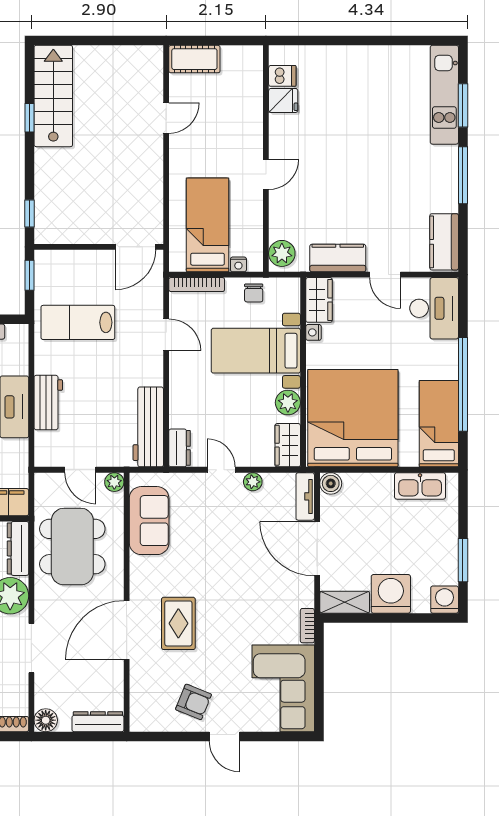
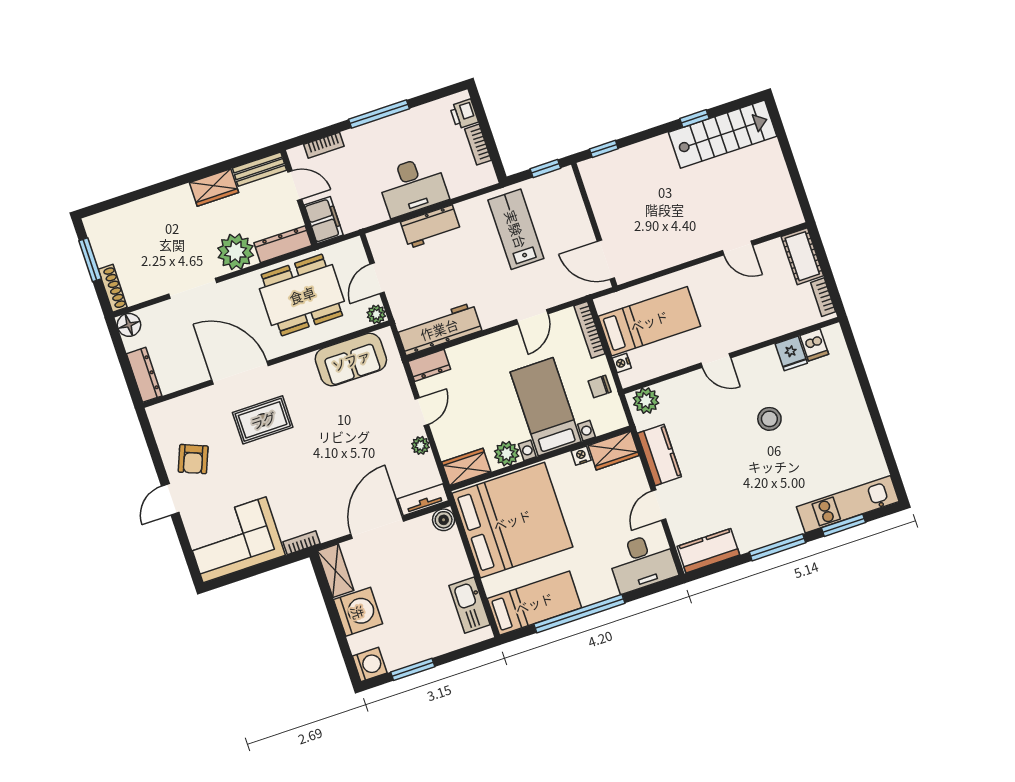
bookcase: (240, 52) -> (823, 297), added
stool: (338, 142) -> (769, 419), added

